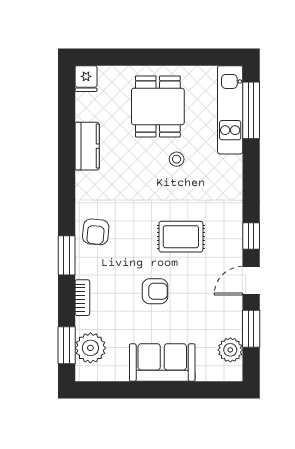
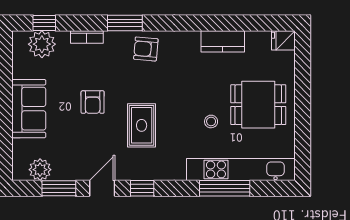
kitchen unit: (230, 110) -> (241, 169), width x1.36
window: (251, 110) -> (225, 188), moved
door: (251, 281) -> (102, 188), hinge flipped
window: (67, 345) -> (44, 23), width x0.67

